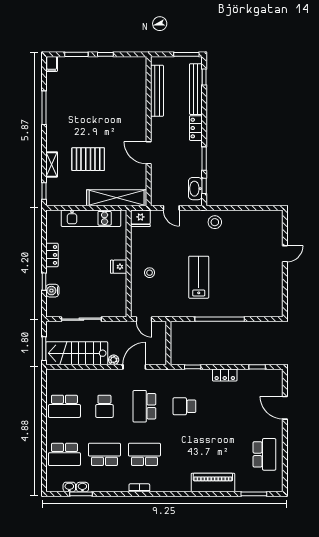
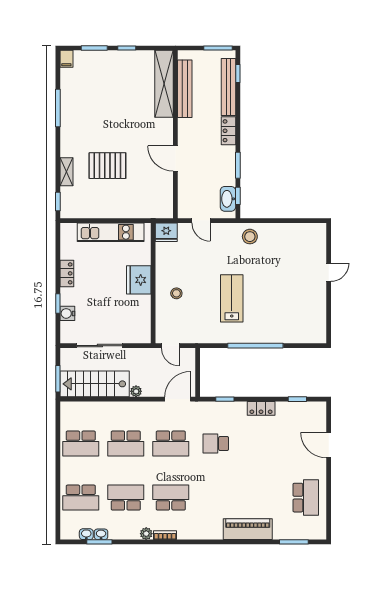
shelving: (117, 198) -> (164, 84), moved, turned 90
fridge: (119, 267) -> (139, 280), width x1.88, depth x1.34
door: (134, 367) -> (178, 399), moved
school desk: (104, 406) -> (126, 444), width x1.85
school desk: (144, 406) -> (171, 444), turned -90
plant: (123, 486) -> (146, 534), added

